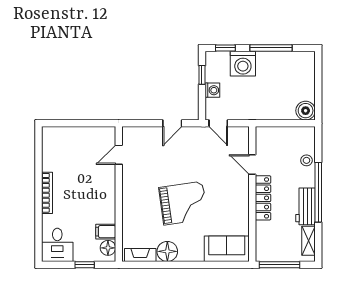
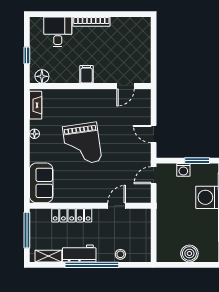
window: (202, 75) -> (197, 161), width x1.50
boiler: (306, 111) -> (189, 253), moved
door: (119, 155) -> (126, 86), swing flipped
locker: (263, 198) -> (72, 215), moved
filing cabinet: (106, 232) -> (86, 74), moved
desk: (57, 245) -> (58, 32), moved, turned 90
floor lamp: (167, 251) -> (34, 134), width x0.53, depth x0.53

